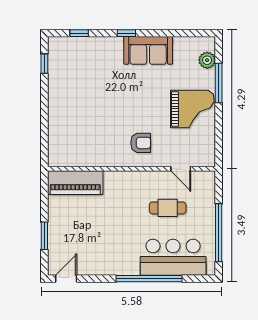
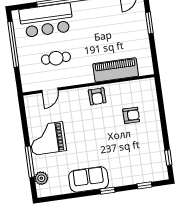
armchair: (84, 123) -> (131, 115), added
armchair: (141, 143) -> (97, 96), moved, turned -91
door: (181, 169) -> (50, 90), swing flipped
piano: (75, 183) -> (116, 70), moved

